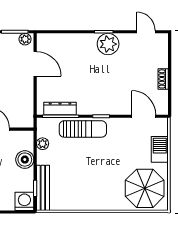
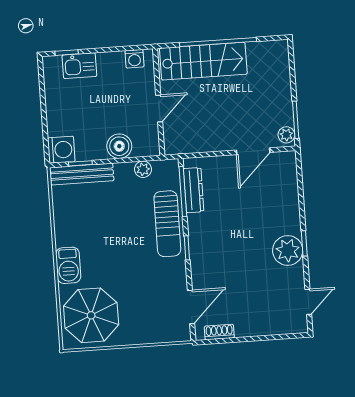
shoe rack: (163, 79) -> (219, 332), moved
barbecue: (160, 149) -> (68, 265), moved, turned 90

